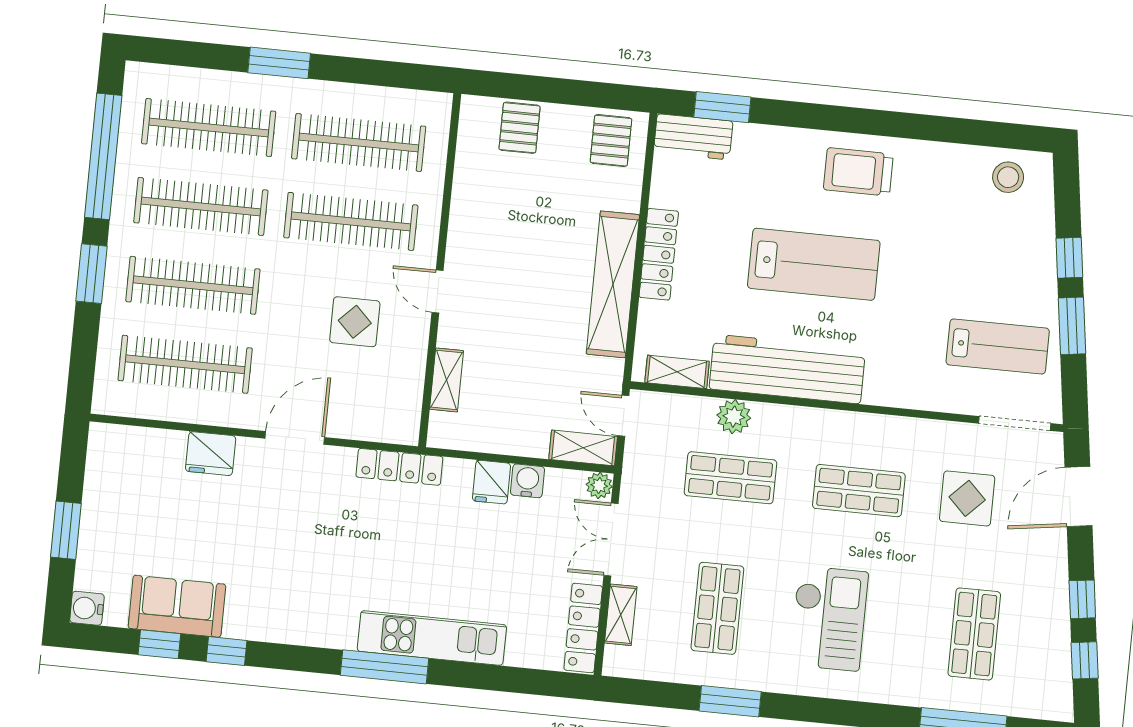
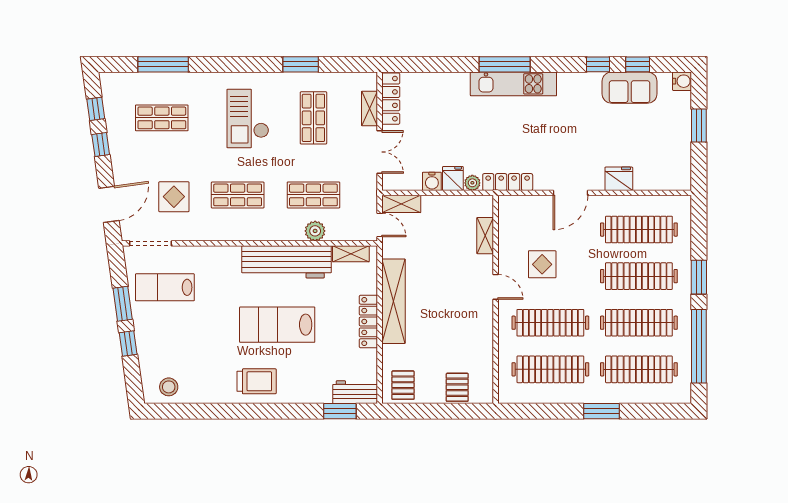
plant: (599, 485) -> (472, 183), moved
shop shelf: (974, 634) -> (162, 118), turned 90
kitchen unit: (432, 638) -> (513, 84), moved

